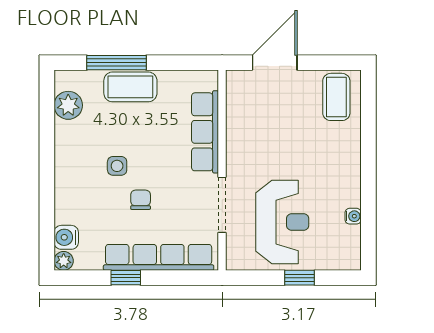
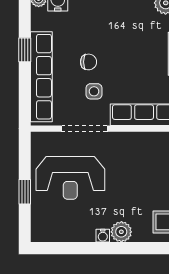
plant: (348, 160) -> (121, 232), added
side table: (117, 166) -> (94, 91), moved
water cooler: (353, 216) -> (103, 236), moved

